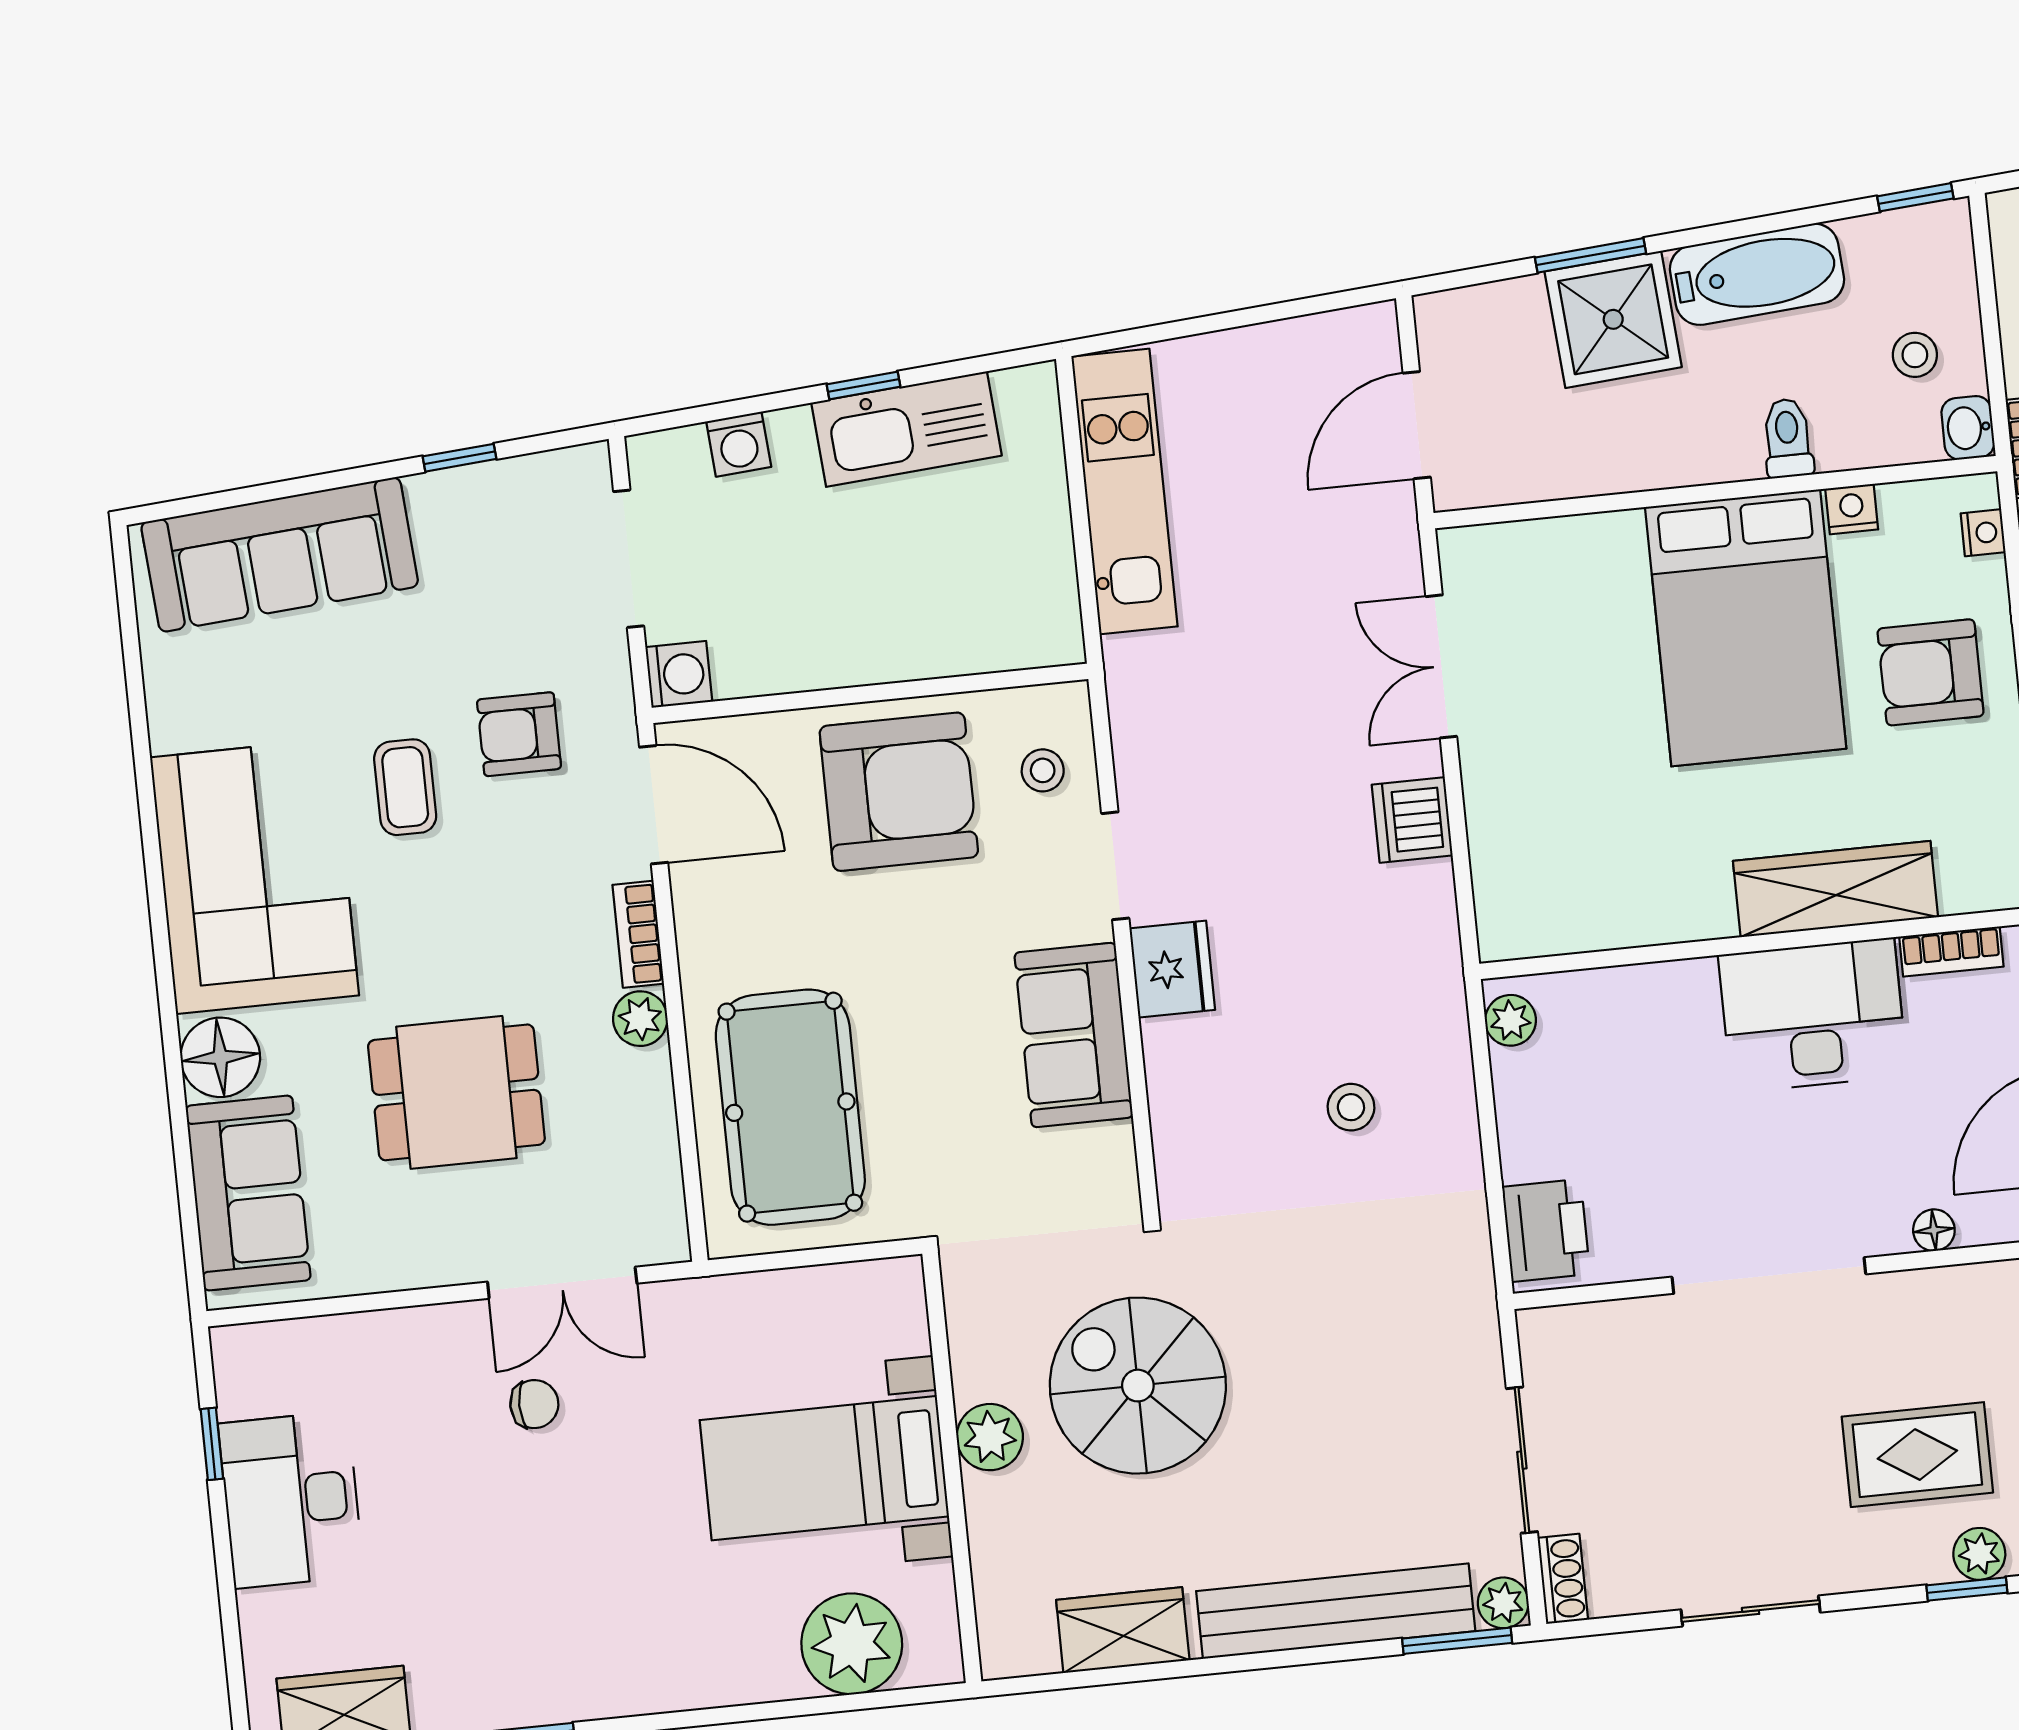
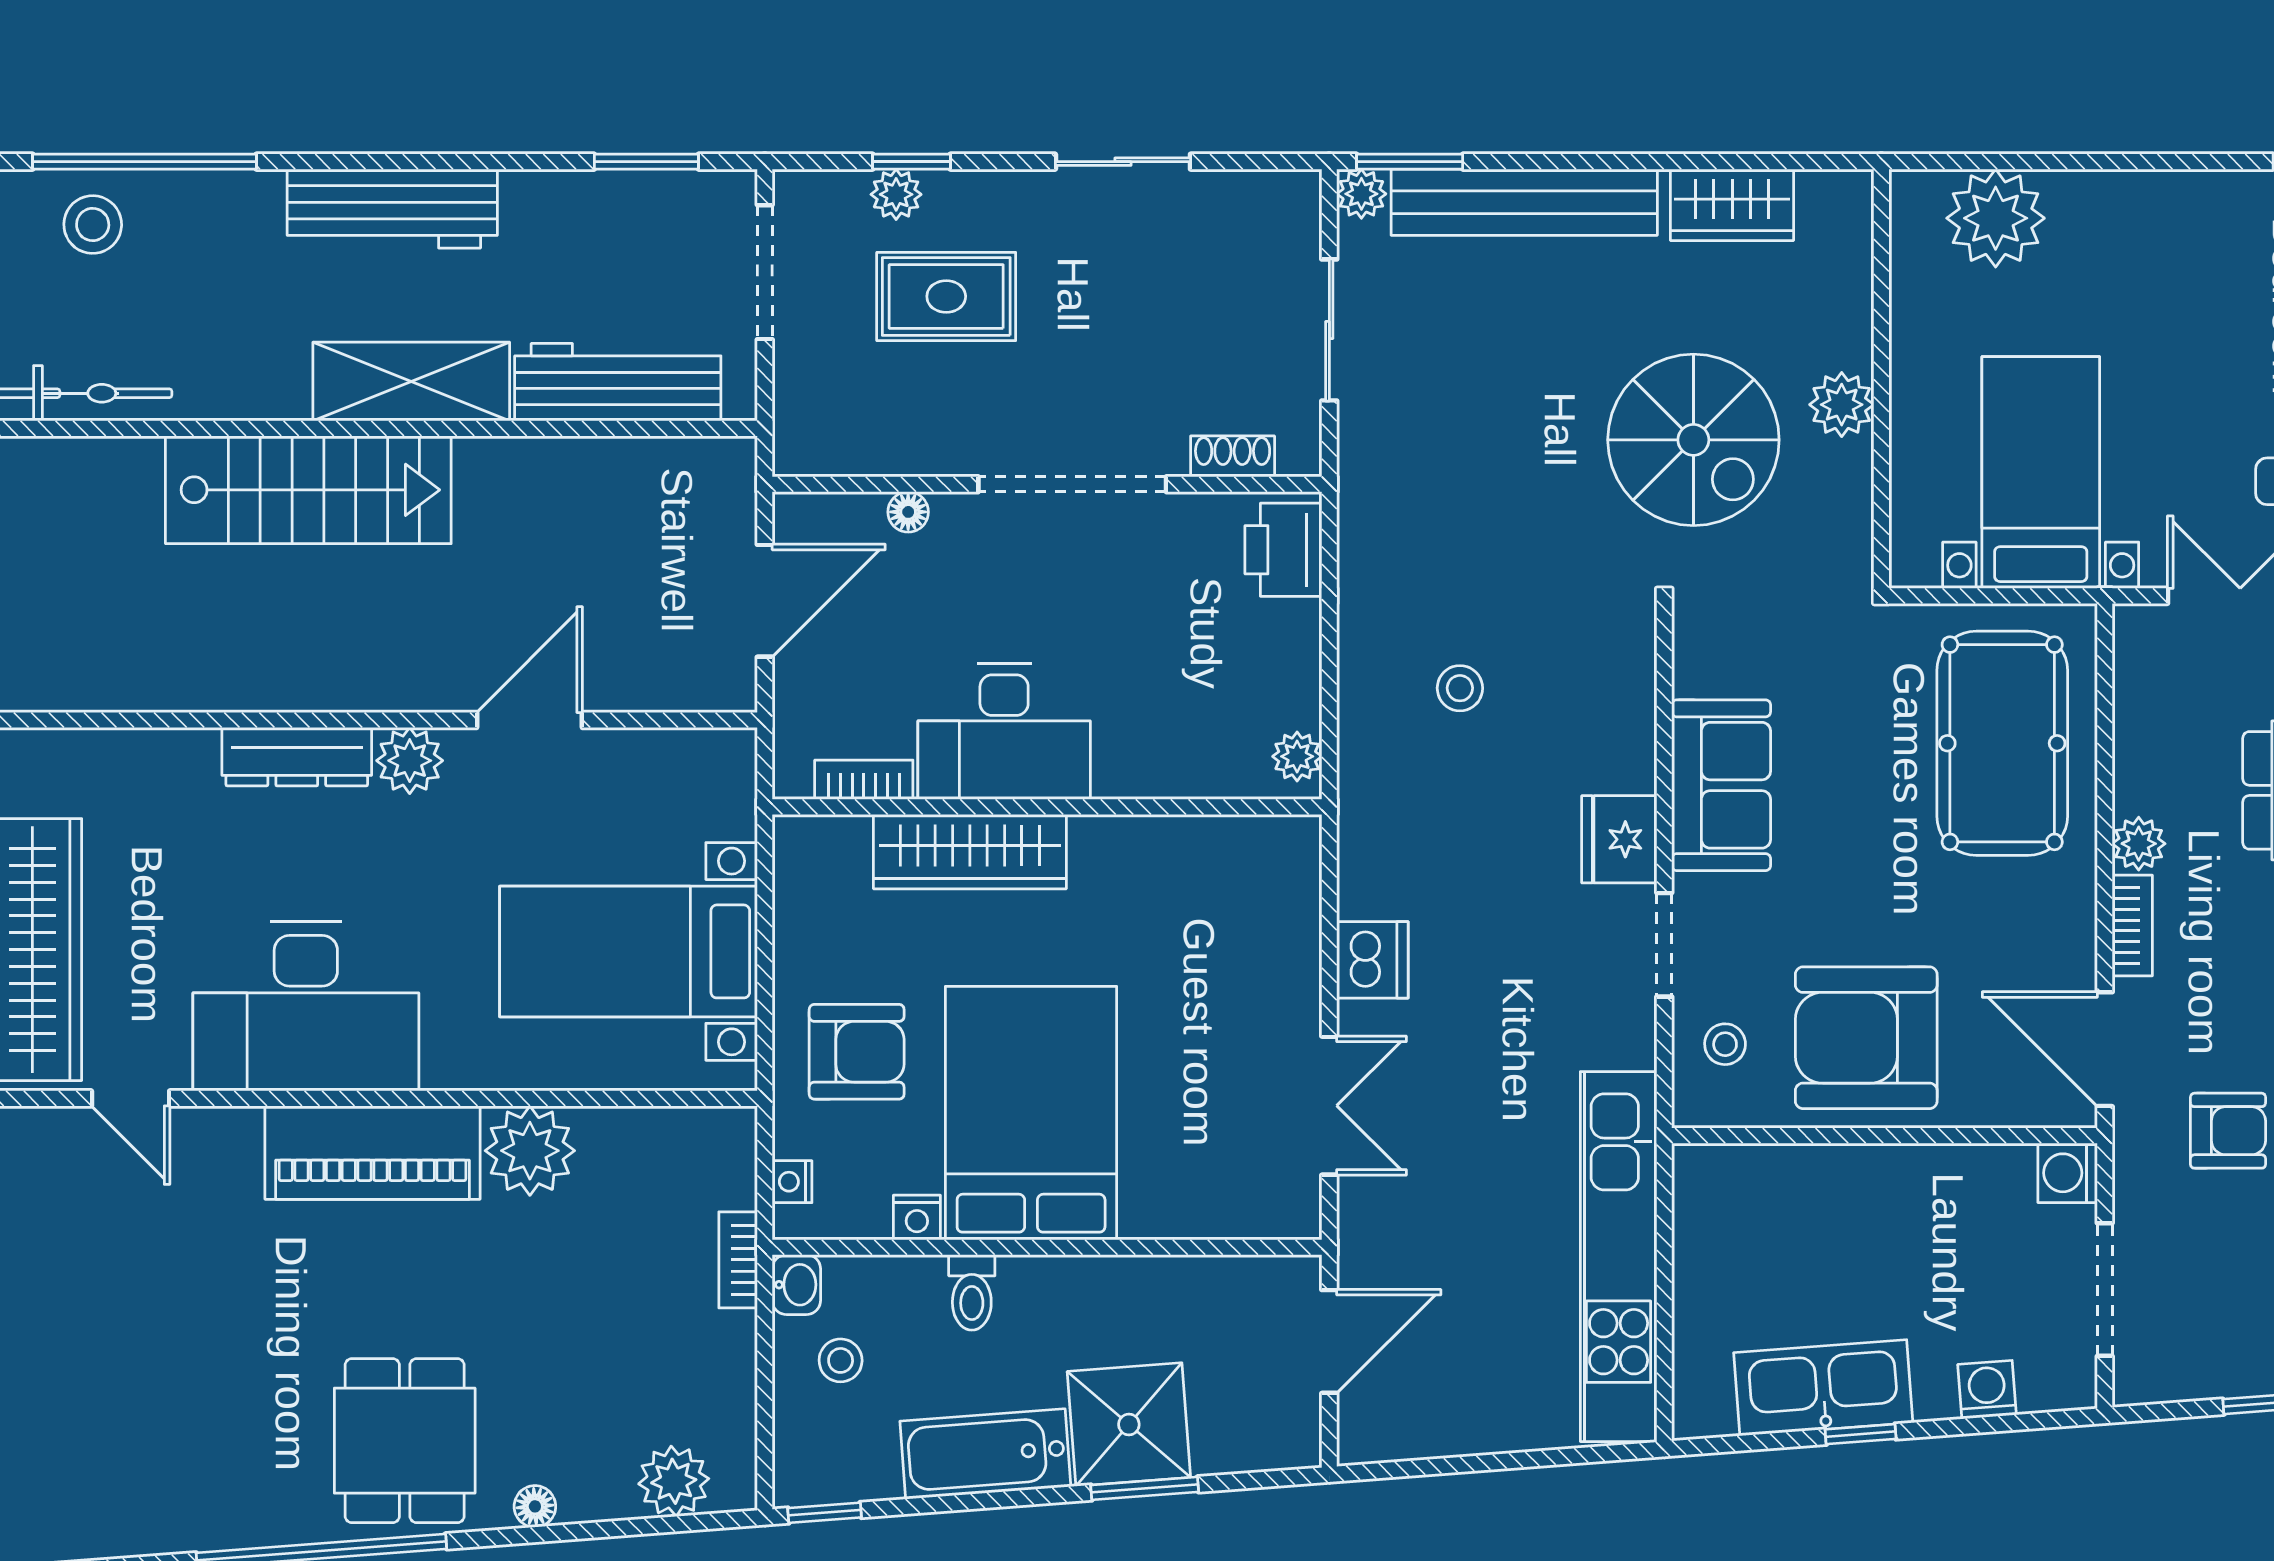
kitchen unit: (1124, 492) -> (1619, 1257), width x1.36
bed with nightstands: (824, 1468) -> (2041, 472), moved, turned -90
shoe rack: (1563, 1579) -> (1233, 456), moved, turned 90

